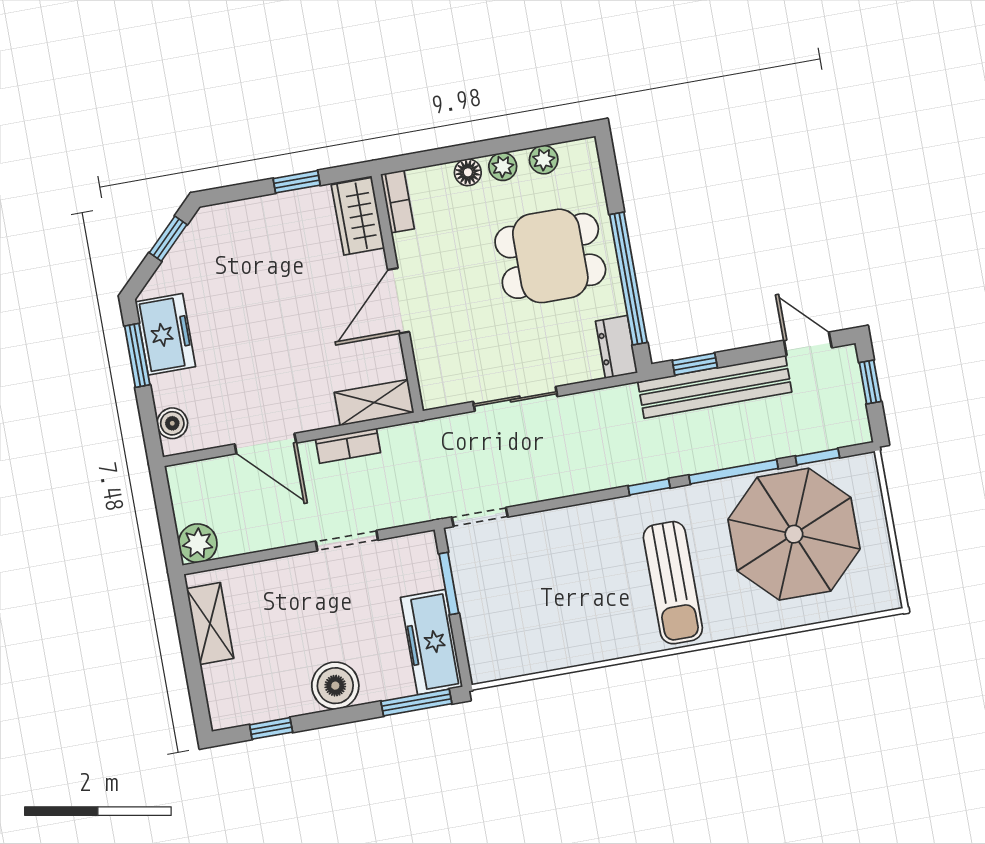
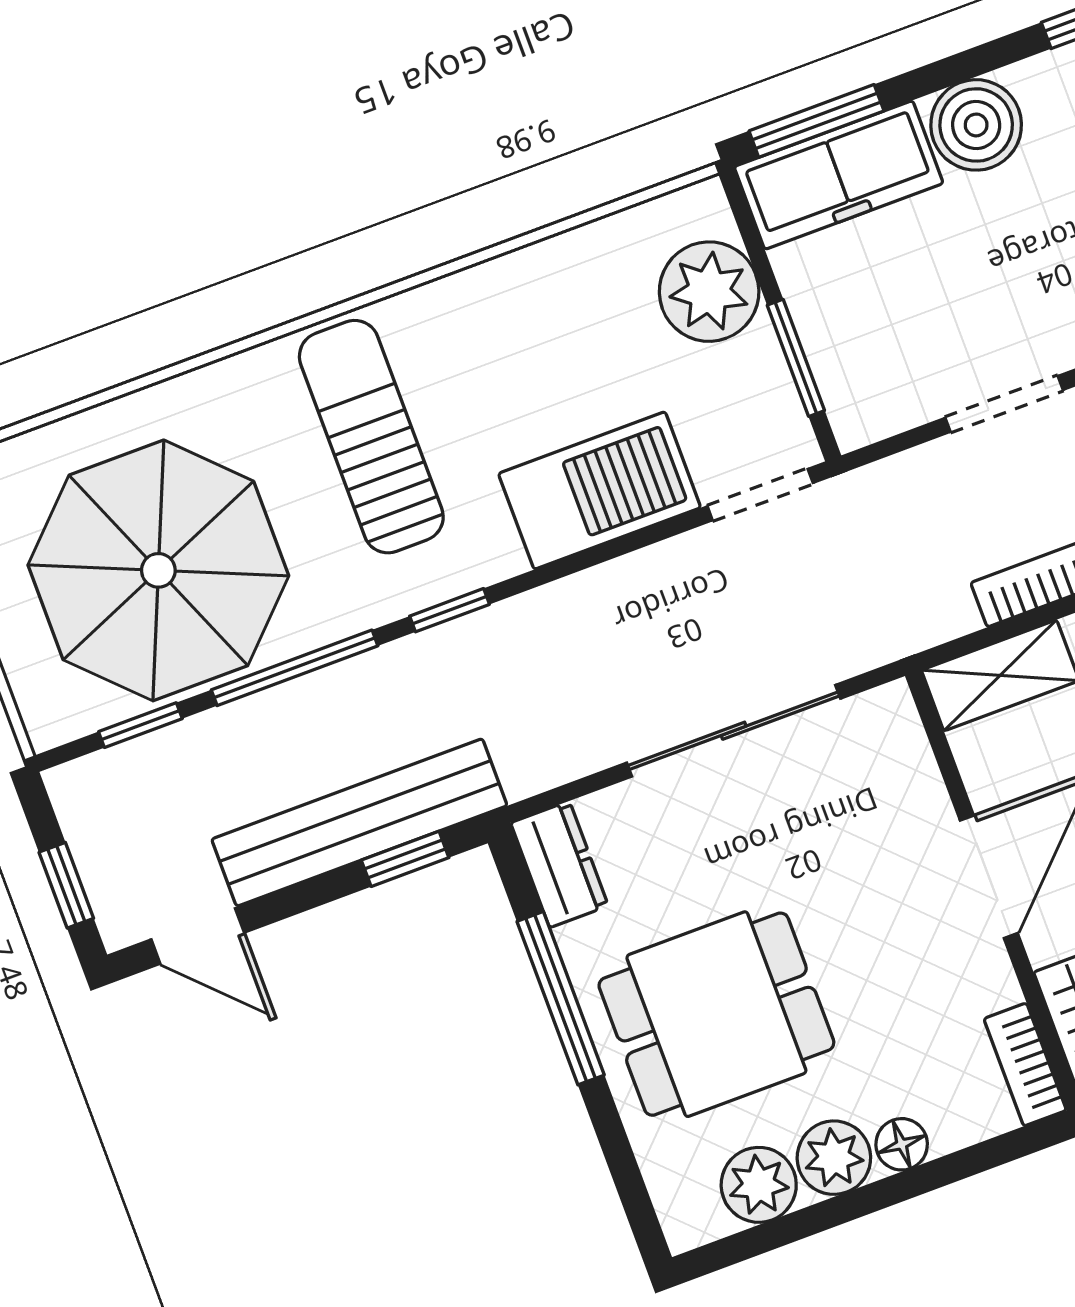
plant: (544, 160) -> (759, 1185), width x1.38, depth x1.38
plant: (503, 167) -> (834, 1158), width x1.38, depth x1.38
window: (628, 278) -> (561, 998), width x0.68
sliding door: (515, 399) -> (734, 731), width x1.37
barbecue: (561, 534) -> (600, 490), added
plant: (487, 625) -> (709, 292), added
freezer: (432, 642) -> (839, 175), moved, turned 90

